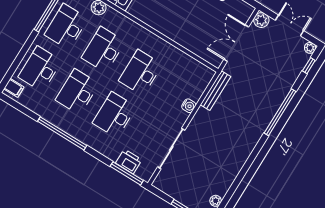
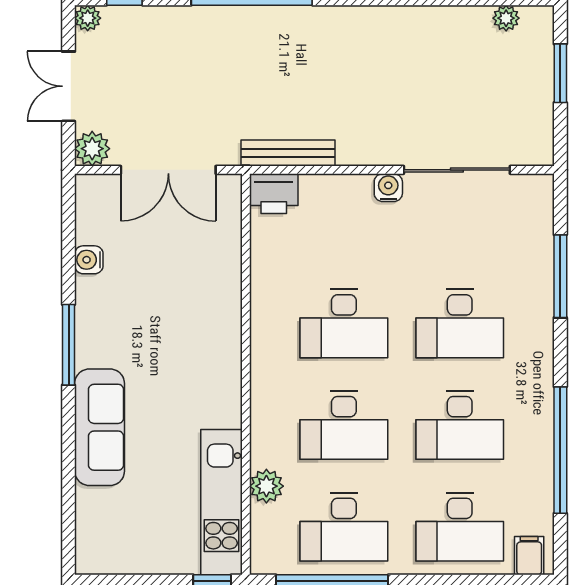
water cooler: (189, 106) -> (388, 188), moved
window: (62, 133) -> (560, 450), moved
printer: (129, 161) -> (274, 194), moved, turned -90
window: (127, 173) -> (560, 276), moved

